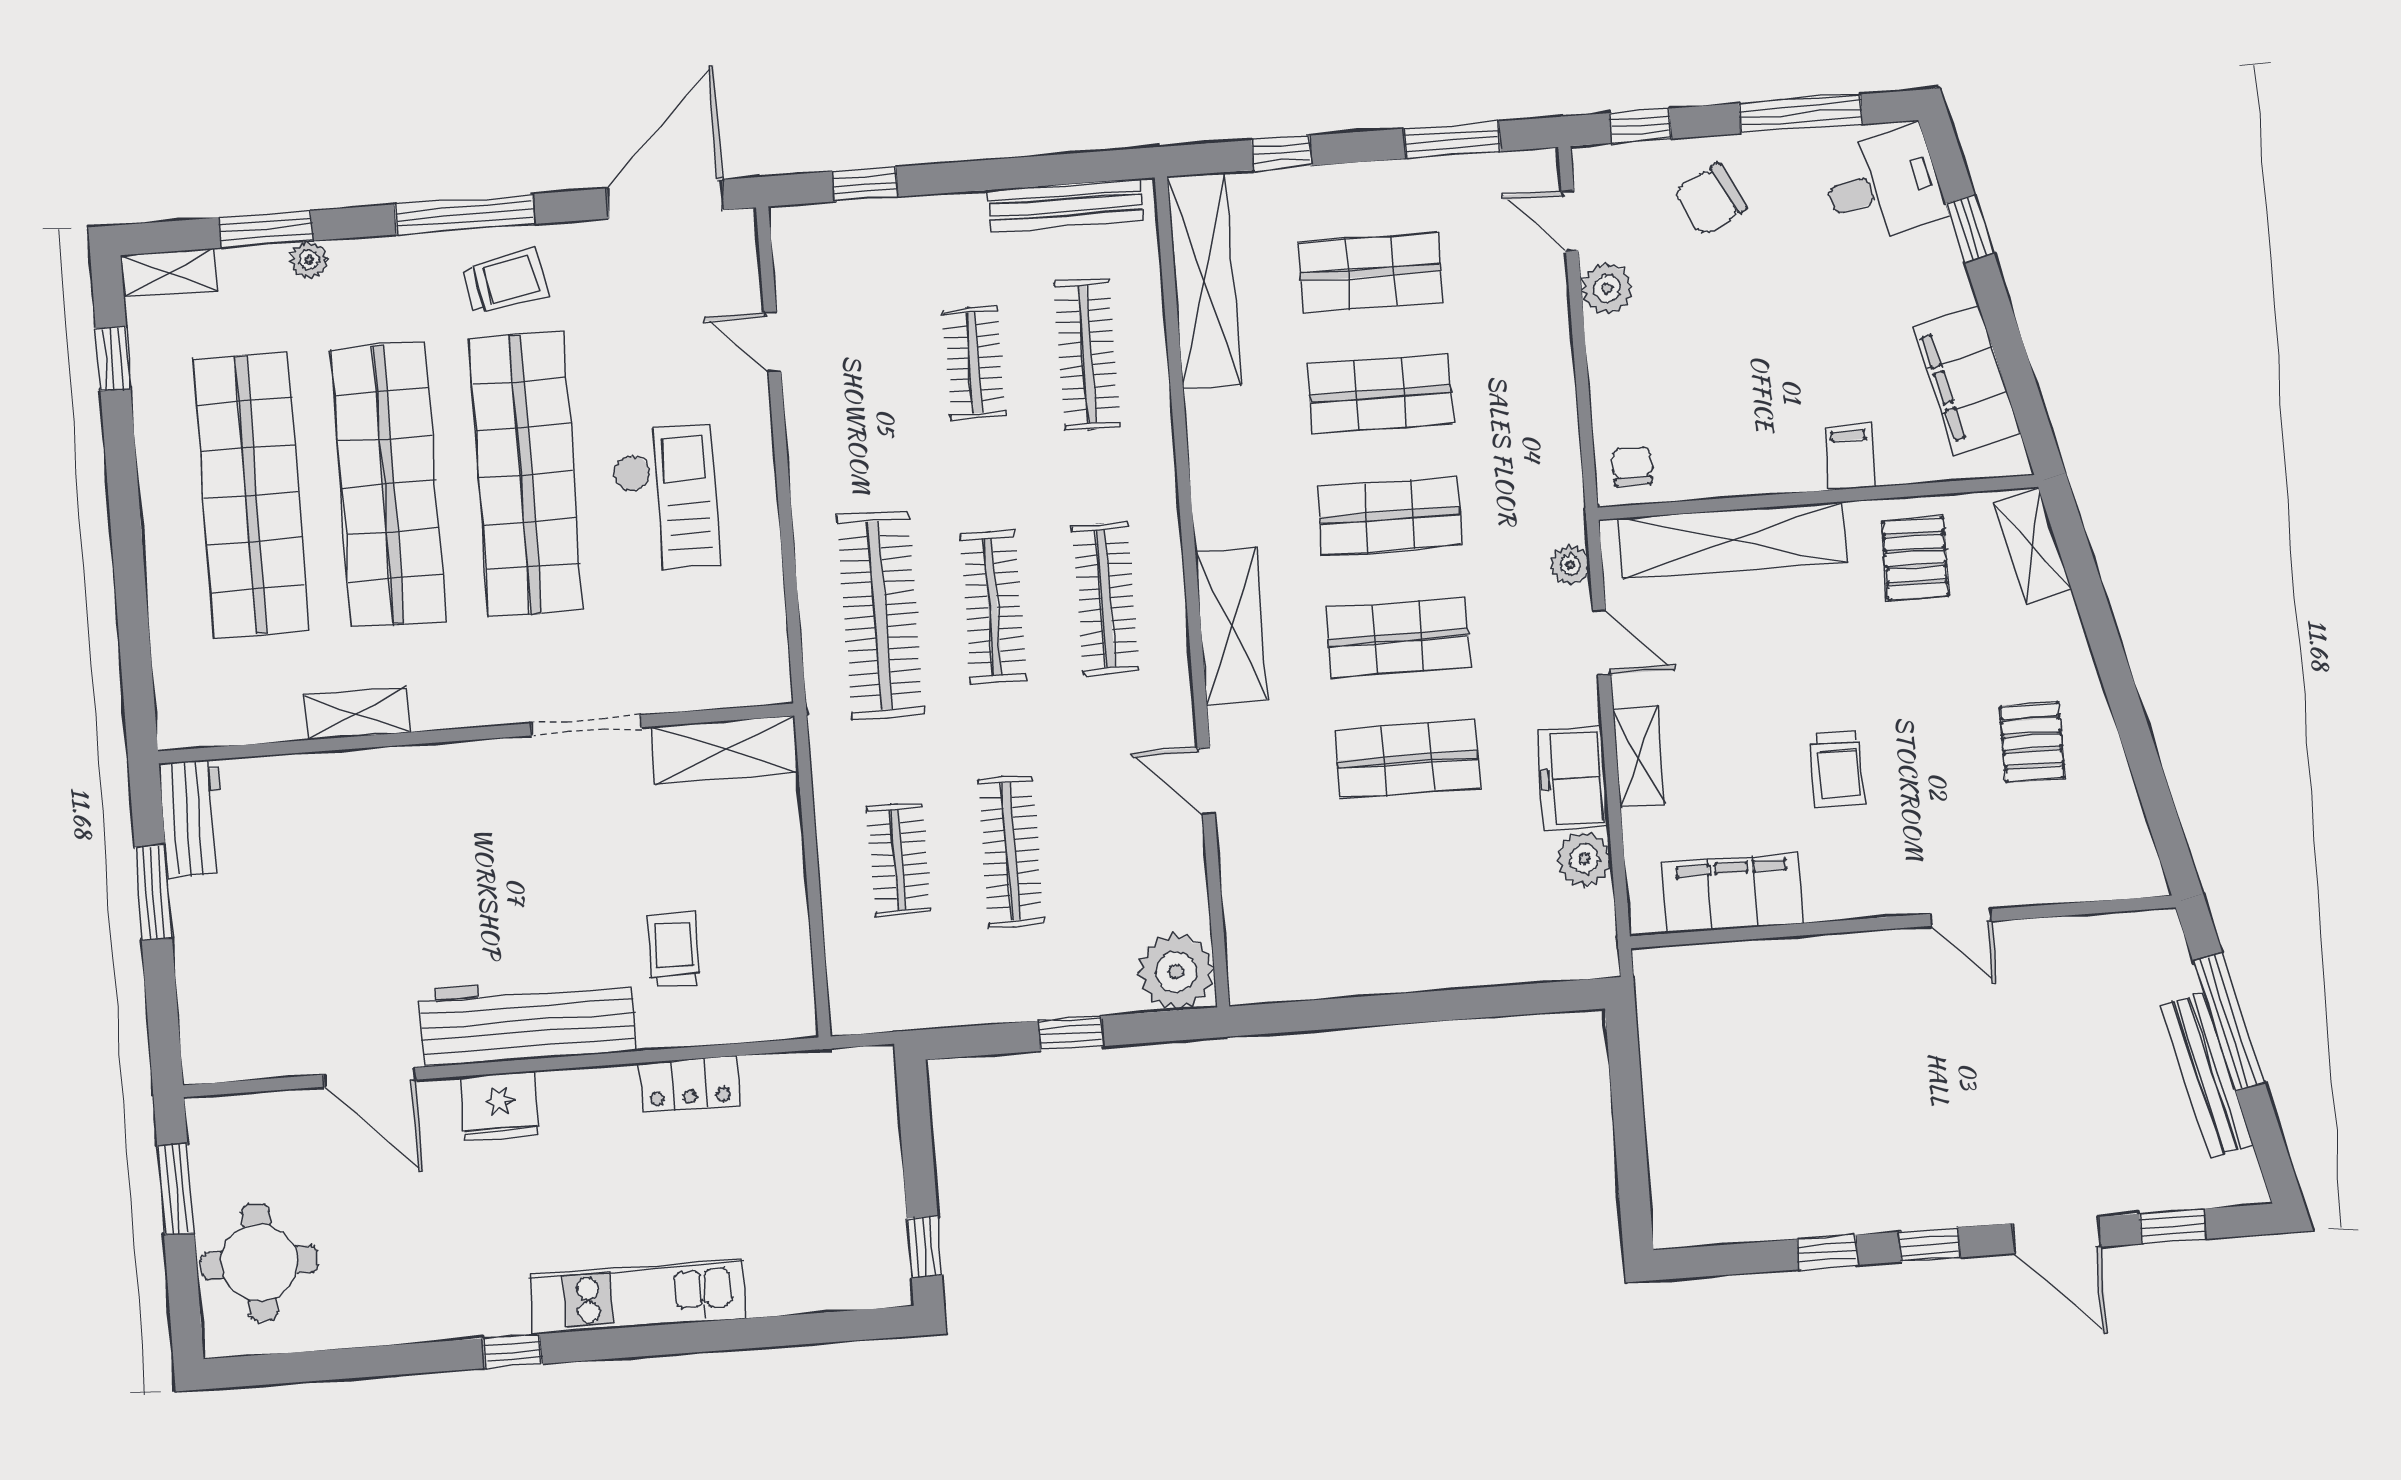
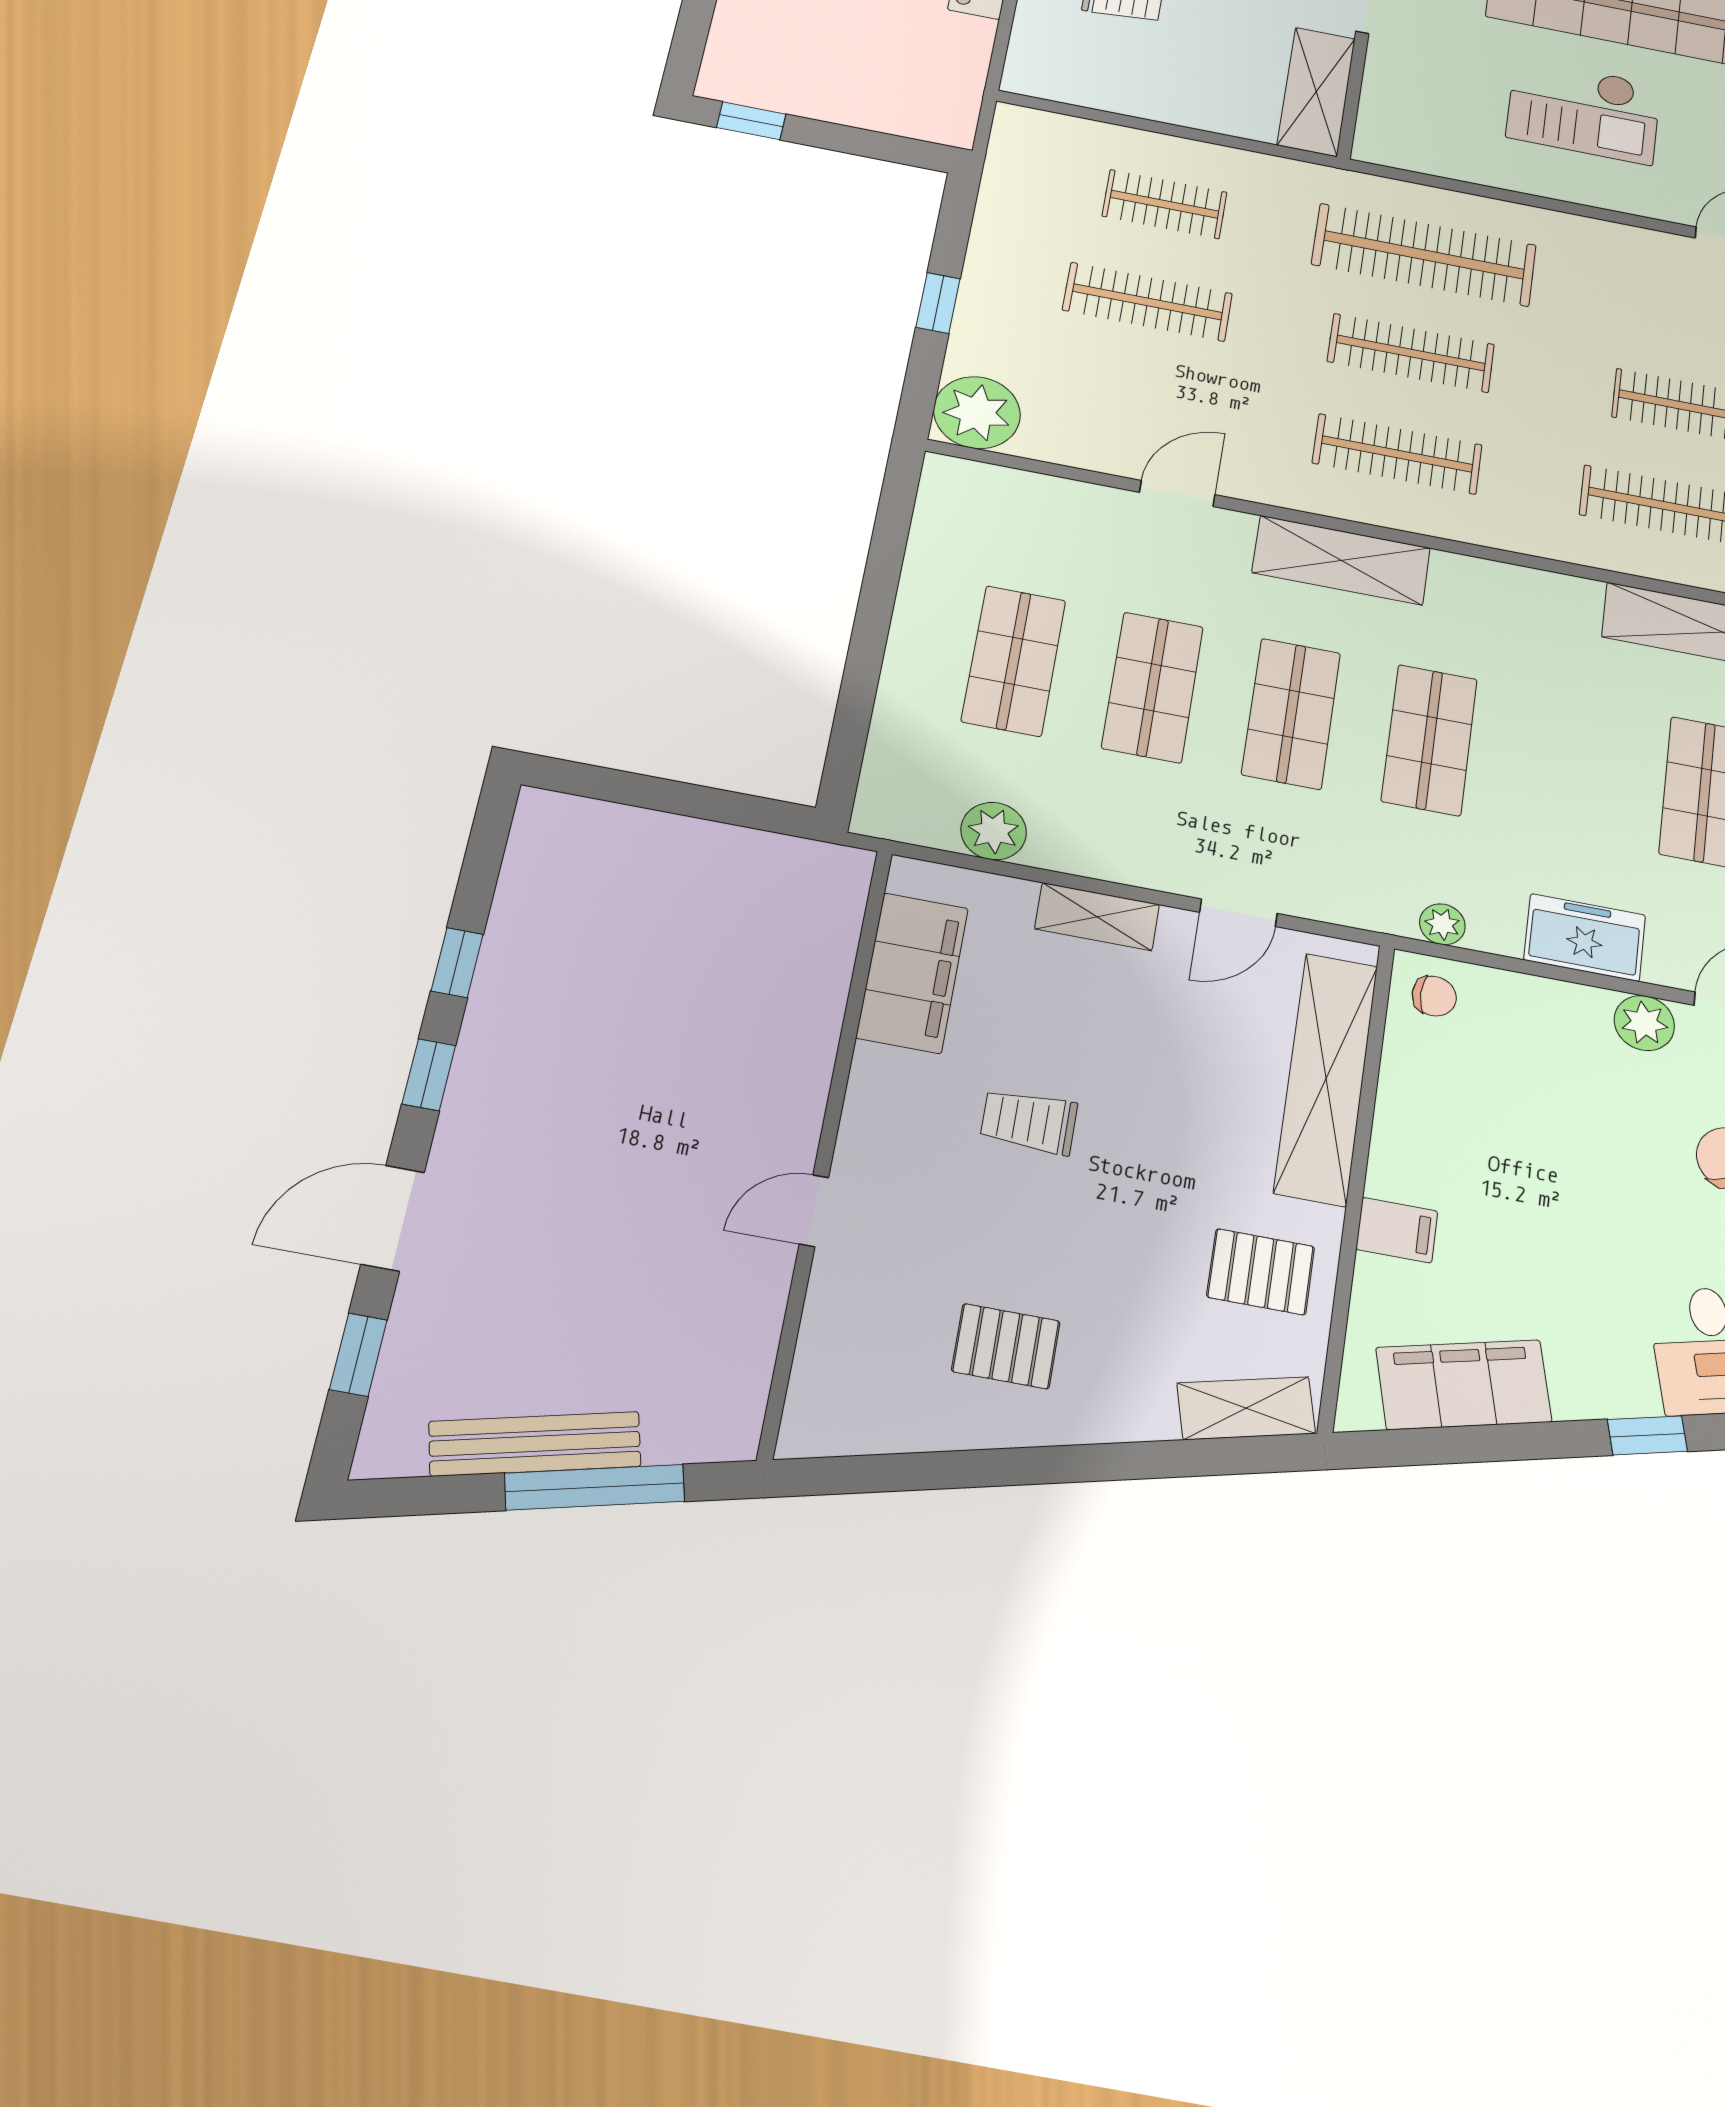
shop shelf: (1380, 394) -> (1014, 661), moved
plant: (1570, 565) -> (1442, 924), moved
freezer: (1573, 778) -> (1585, 937), moved

